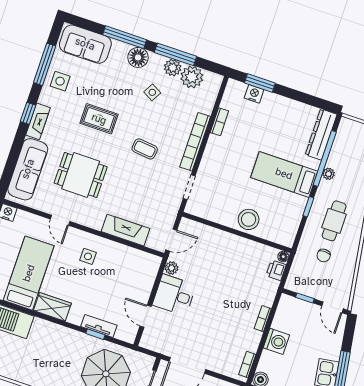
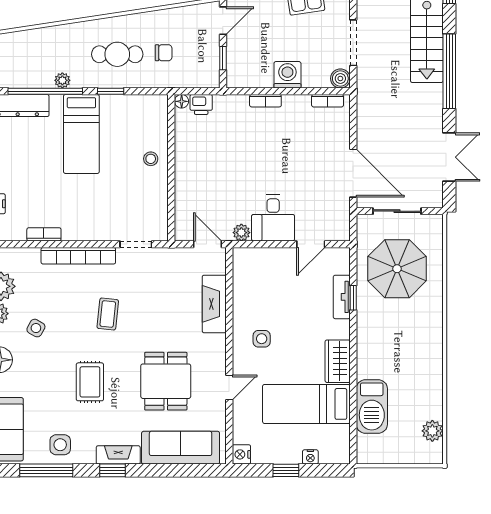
stool: (249, 219) -> (151, 159), width x0.53, depth x0.53

